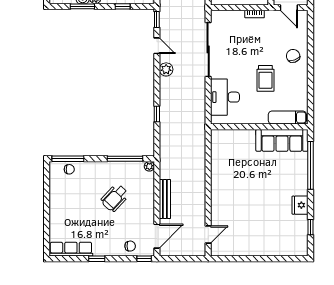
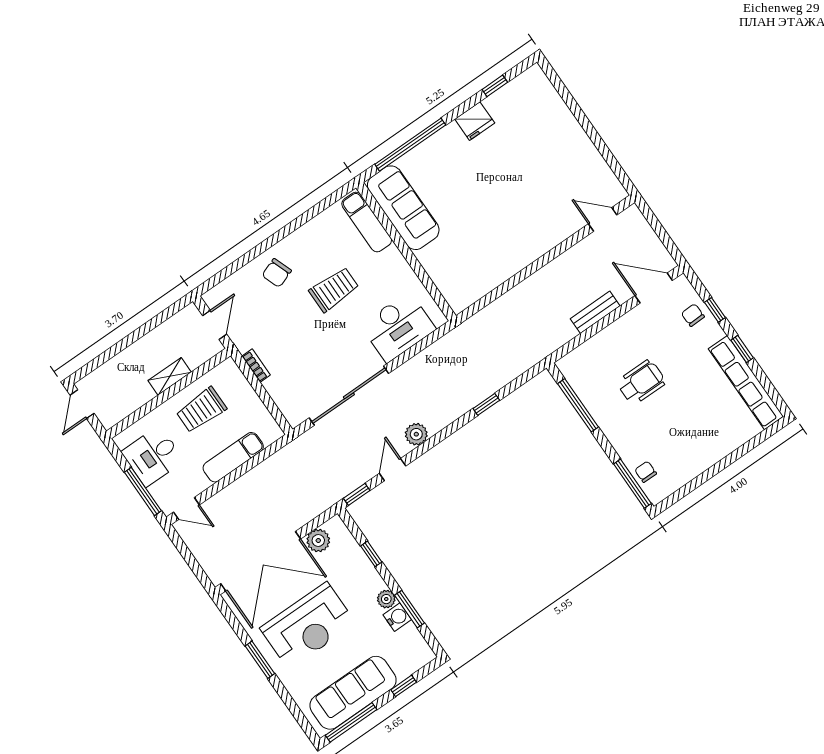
plant: (149, 166) -> (565, 365), removed
wheelchair: (115, 198) -> (641, 382), turned -43
bench: (165, 199) -> (595, 312), width x0.73
row of seats: (71, 249) -> (746, 383), width x1.36
window: (144, 259) -> (715, 310), moved

